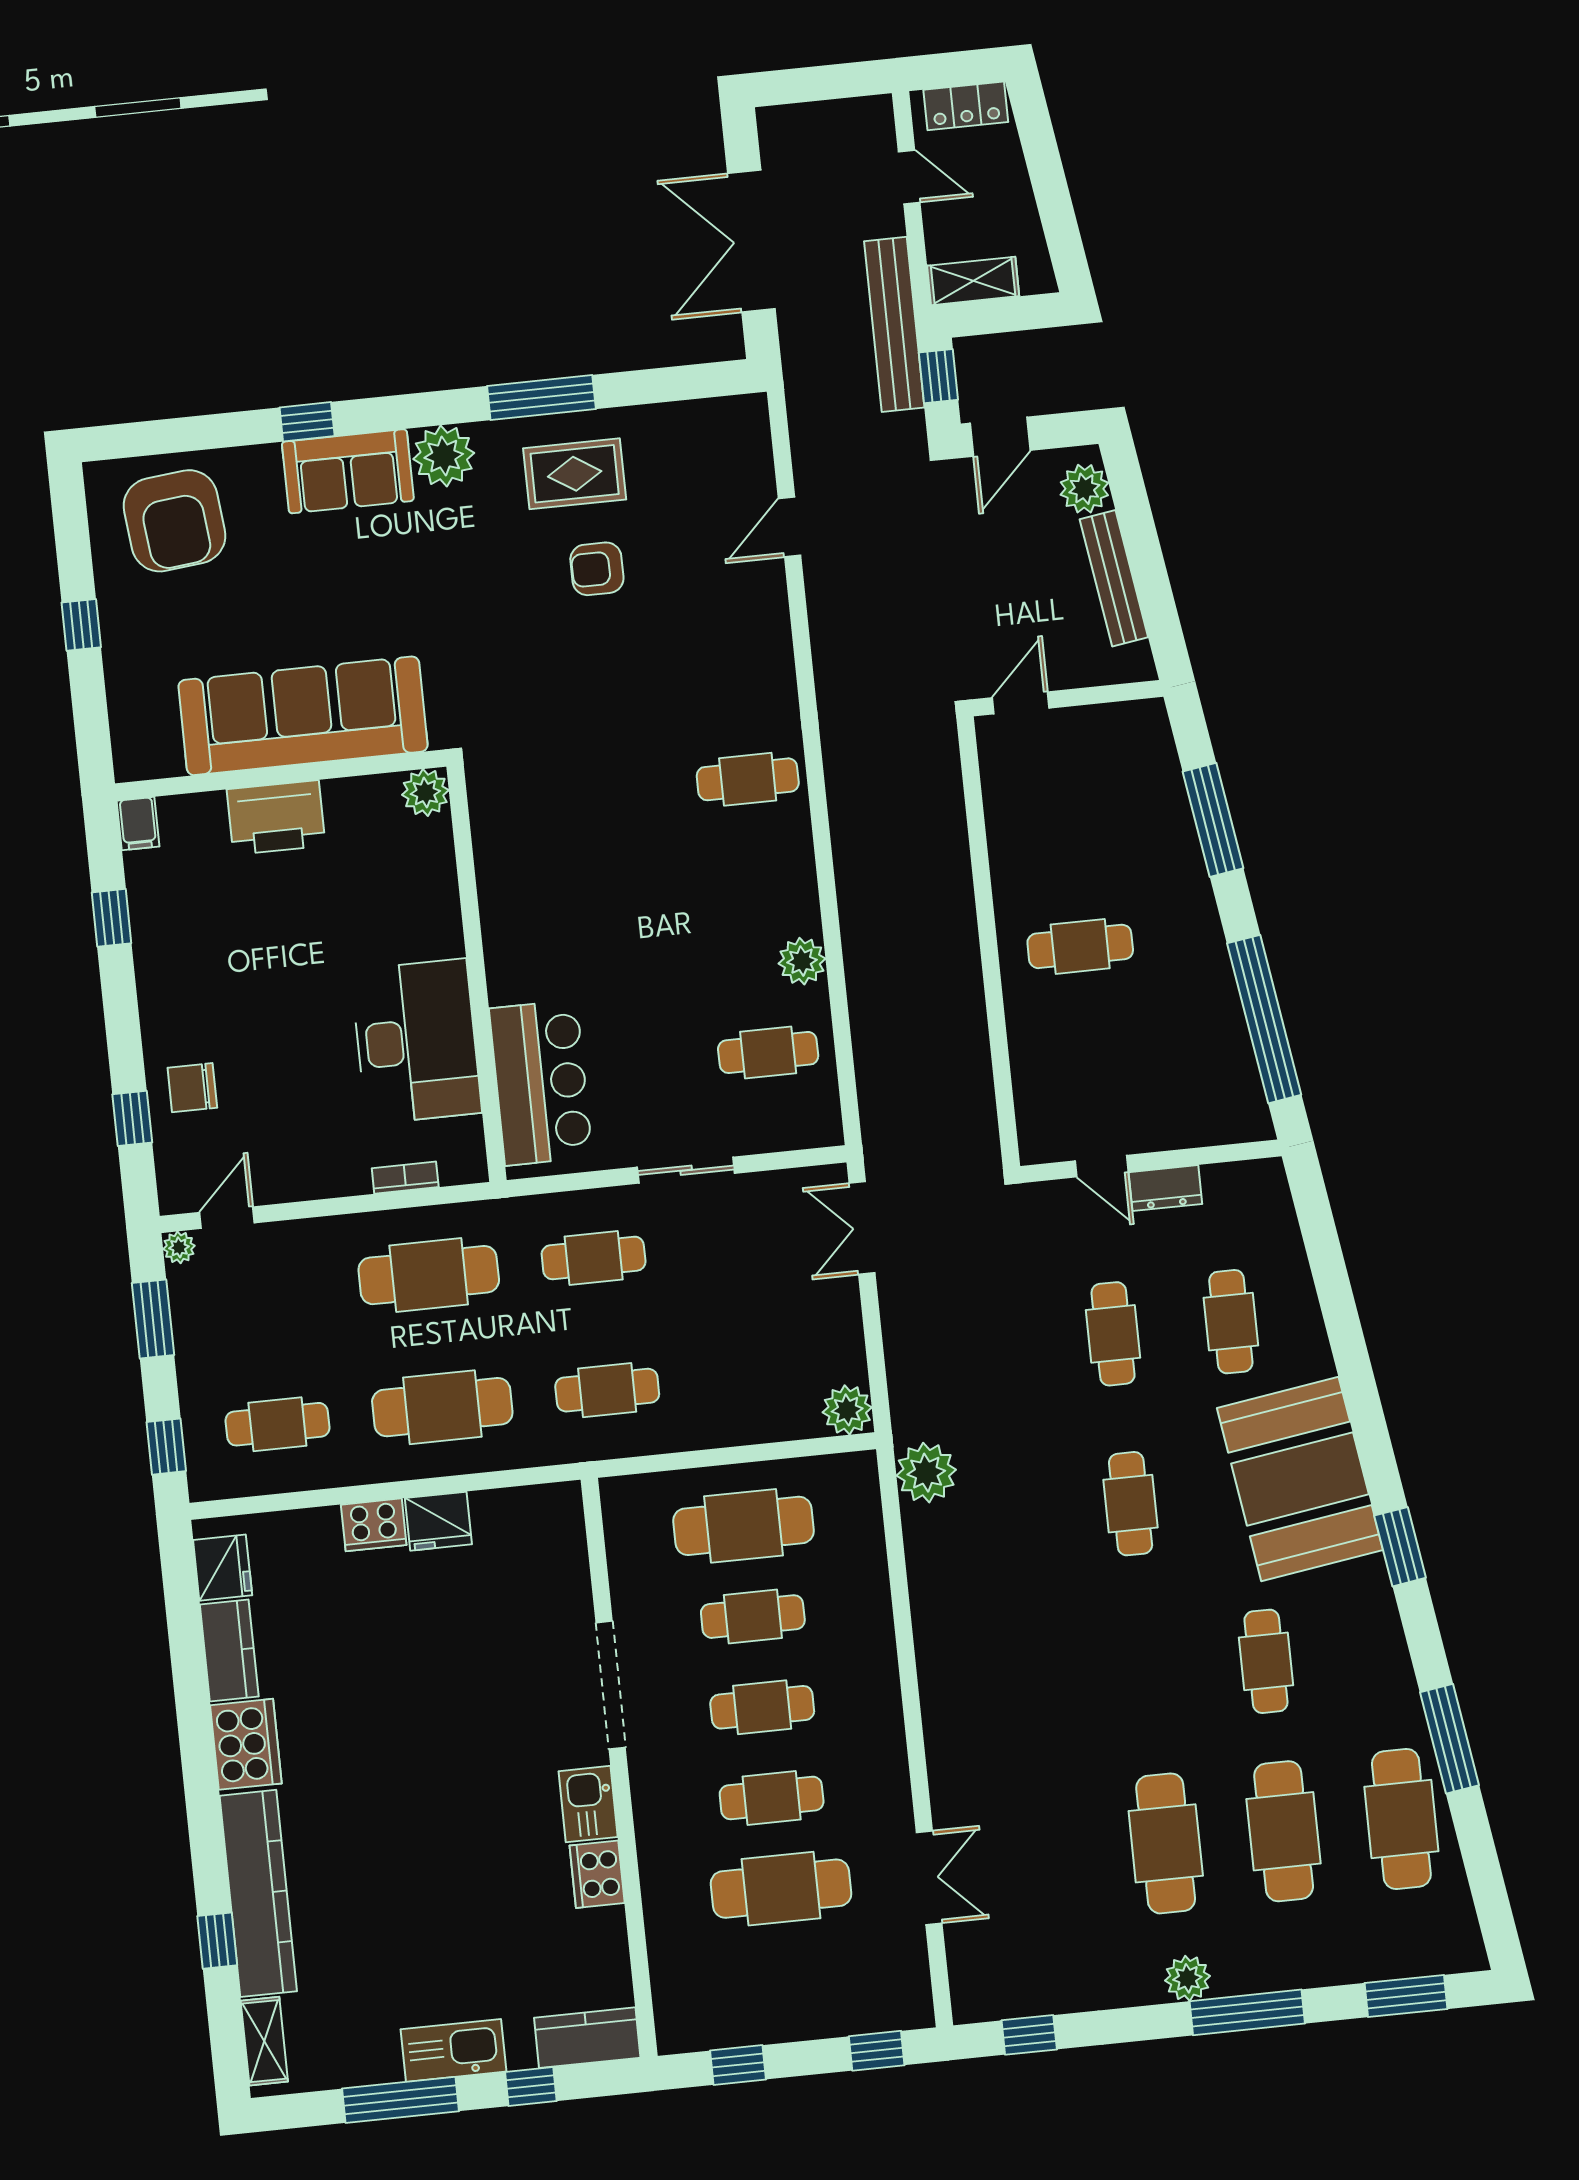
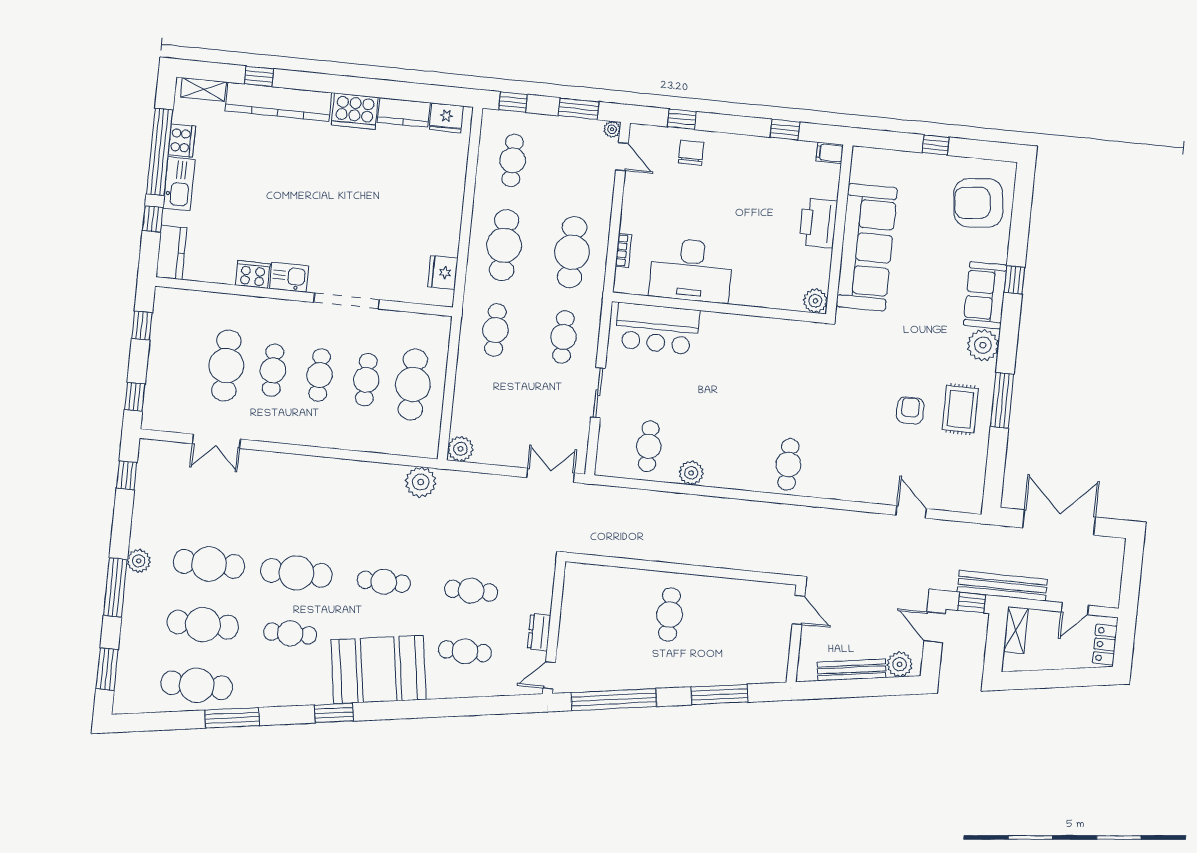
door: (1102, 1166) -> (549, 675), moved
fridge: (438, 1521) -> (443, 272), moved
cooker: (374, 1525) -> (182, 141), moved, turned 180
cafe table: (1148, 1674) -> (296, 573), added
window: (401, 2100) -> (160, 152), width x1.46

